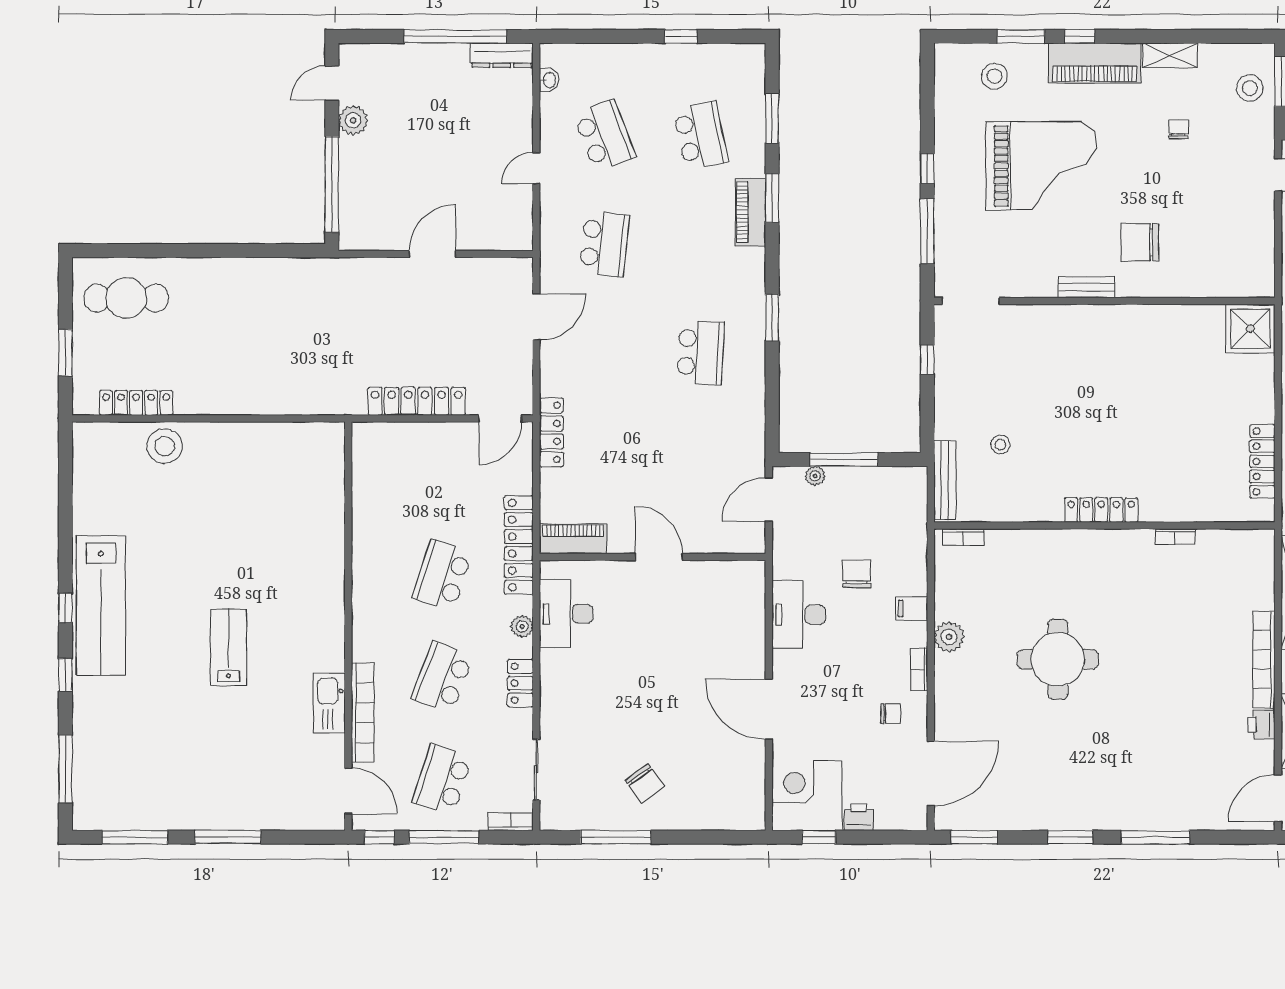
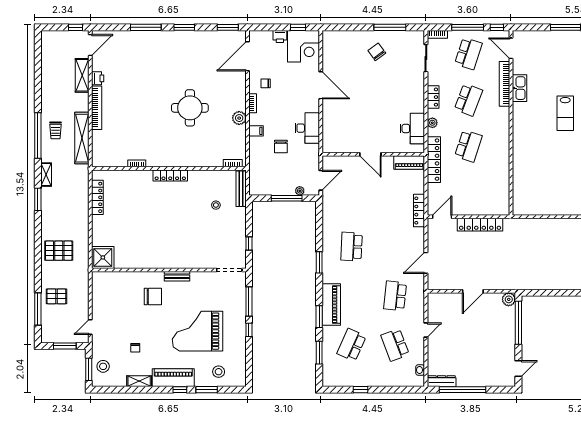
plant: (353, 120) -> (509, 299), moved
school desk: (701, 136) -> (352, 345), turned 36
piano: (750, 212) -> (331, 304), width x1.37, depth x1.33

